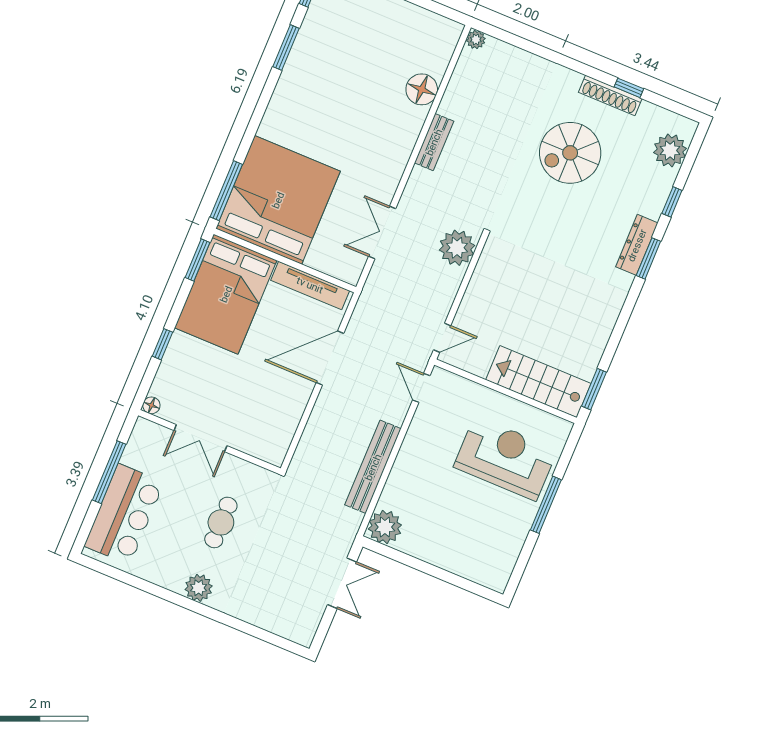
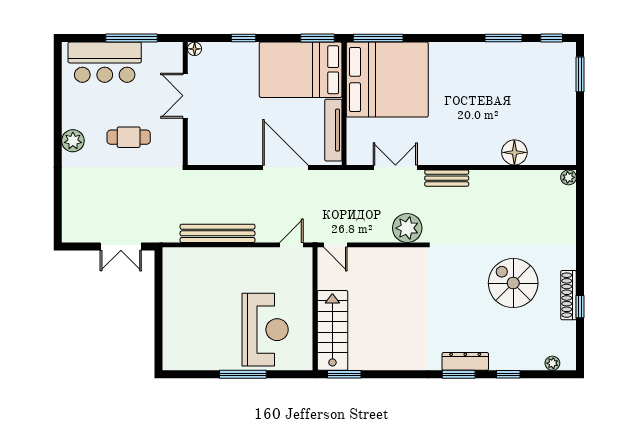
bench: (434, 142) -> (447, 178), moved
plant: (670, 150) -> (552, 363), width x0.53, depth x0.53
plant: (385, 527) -> (176, 261), removed

